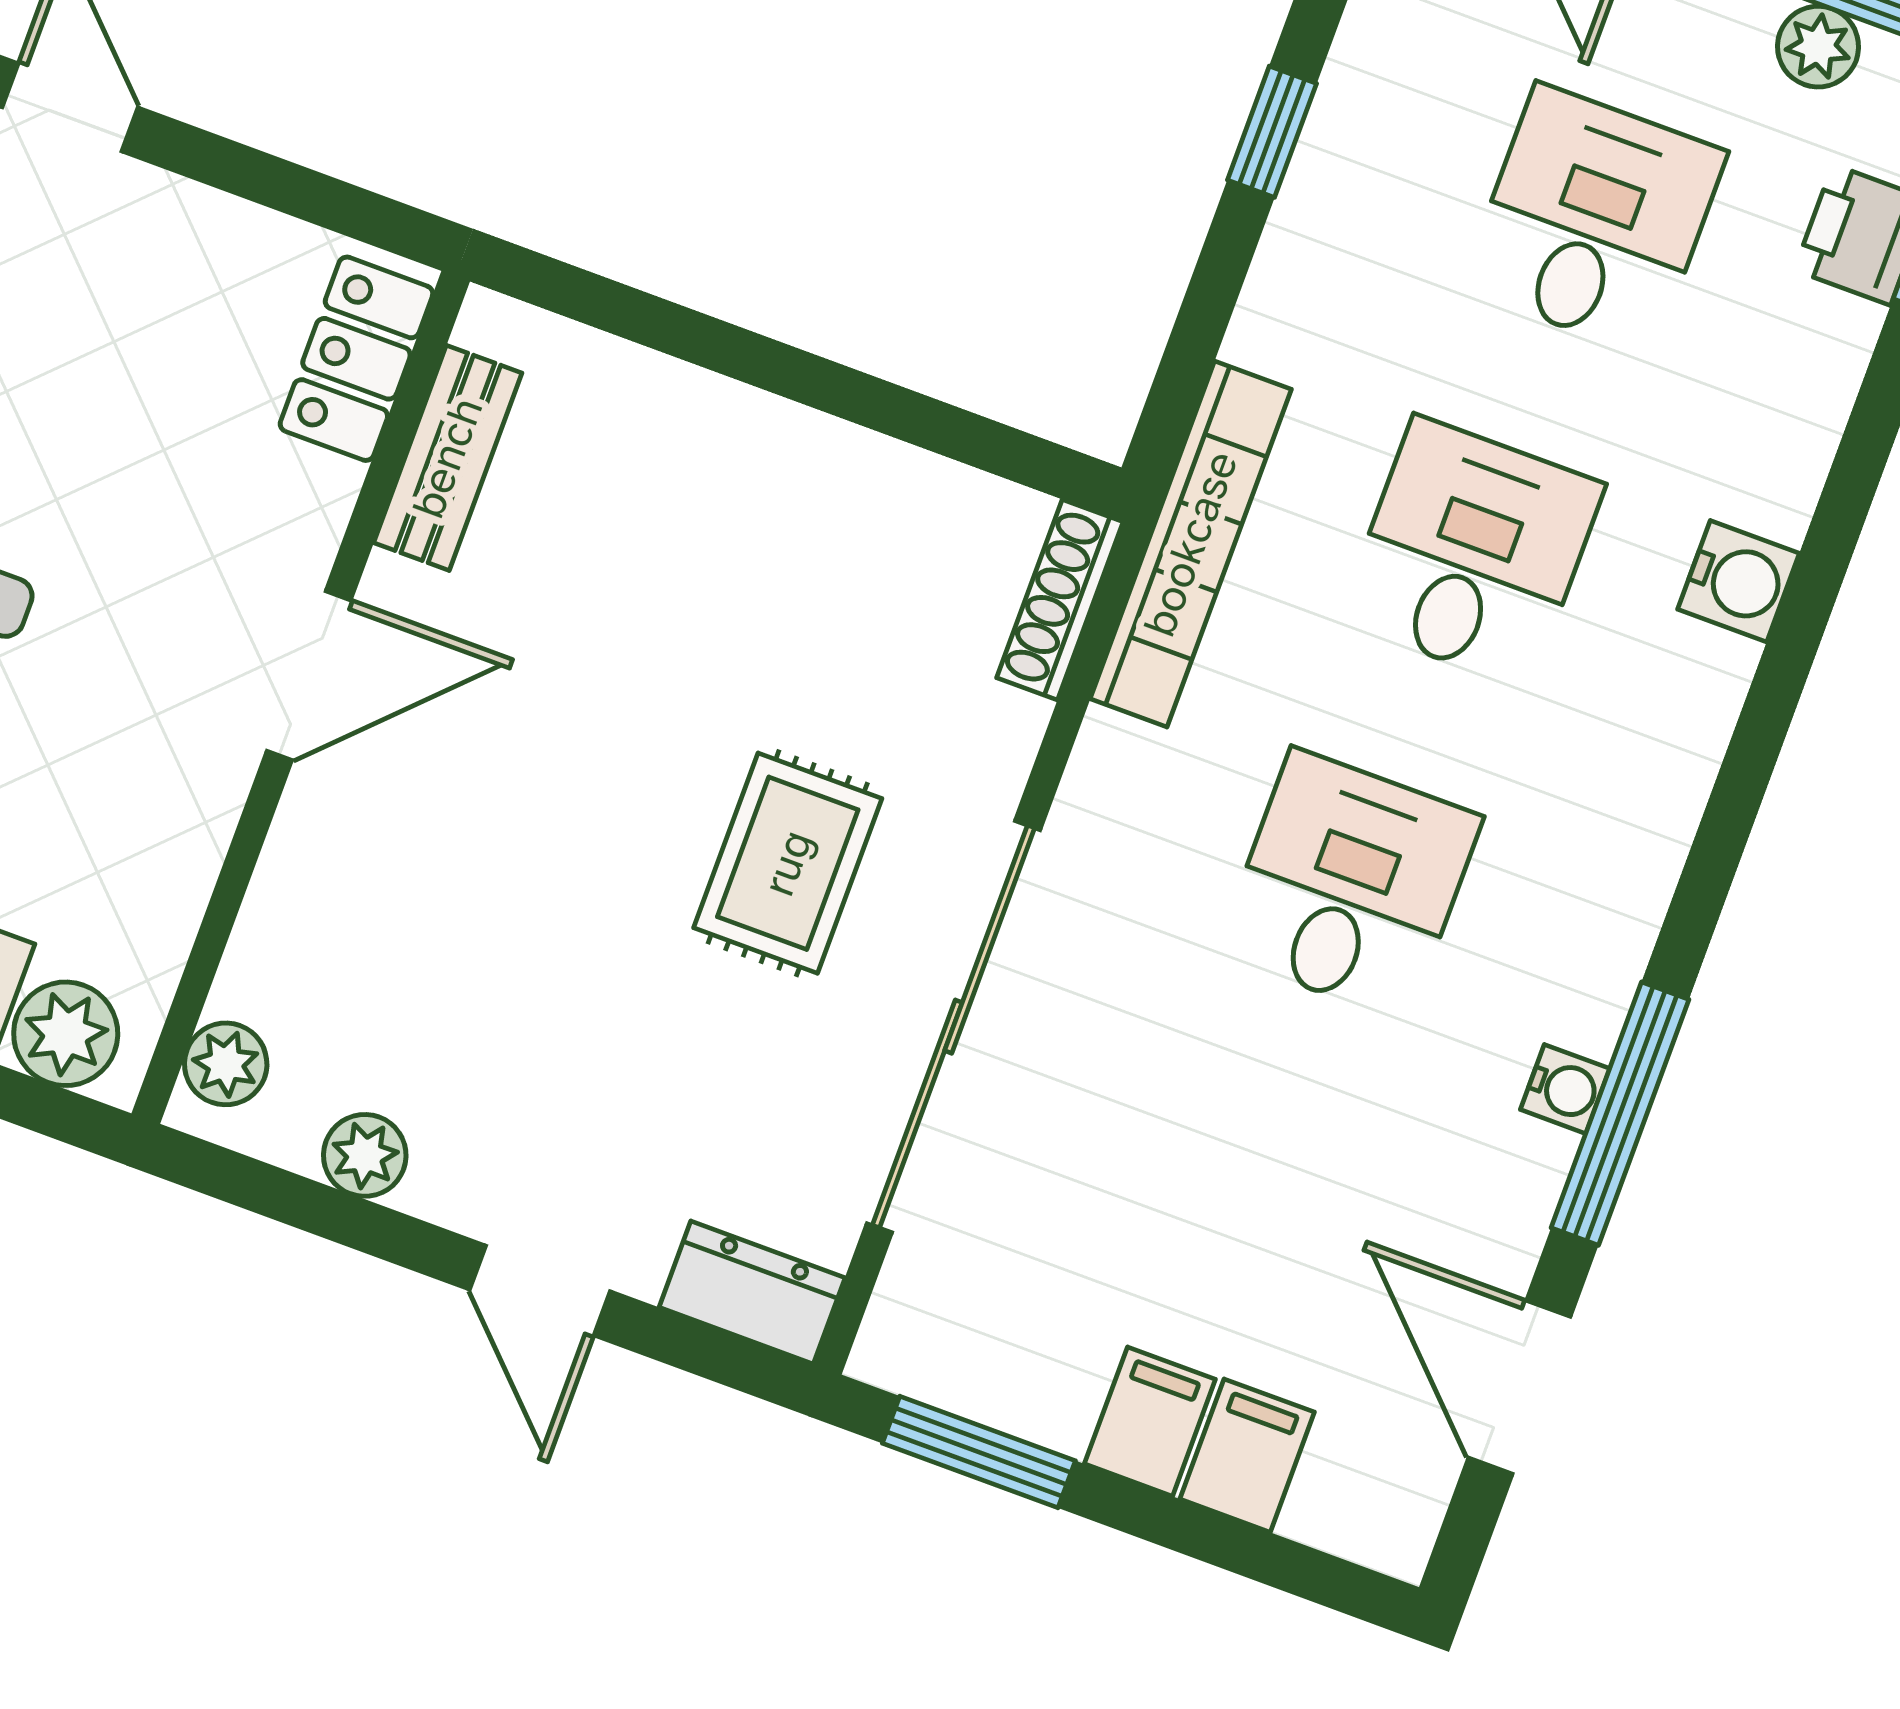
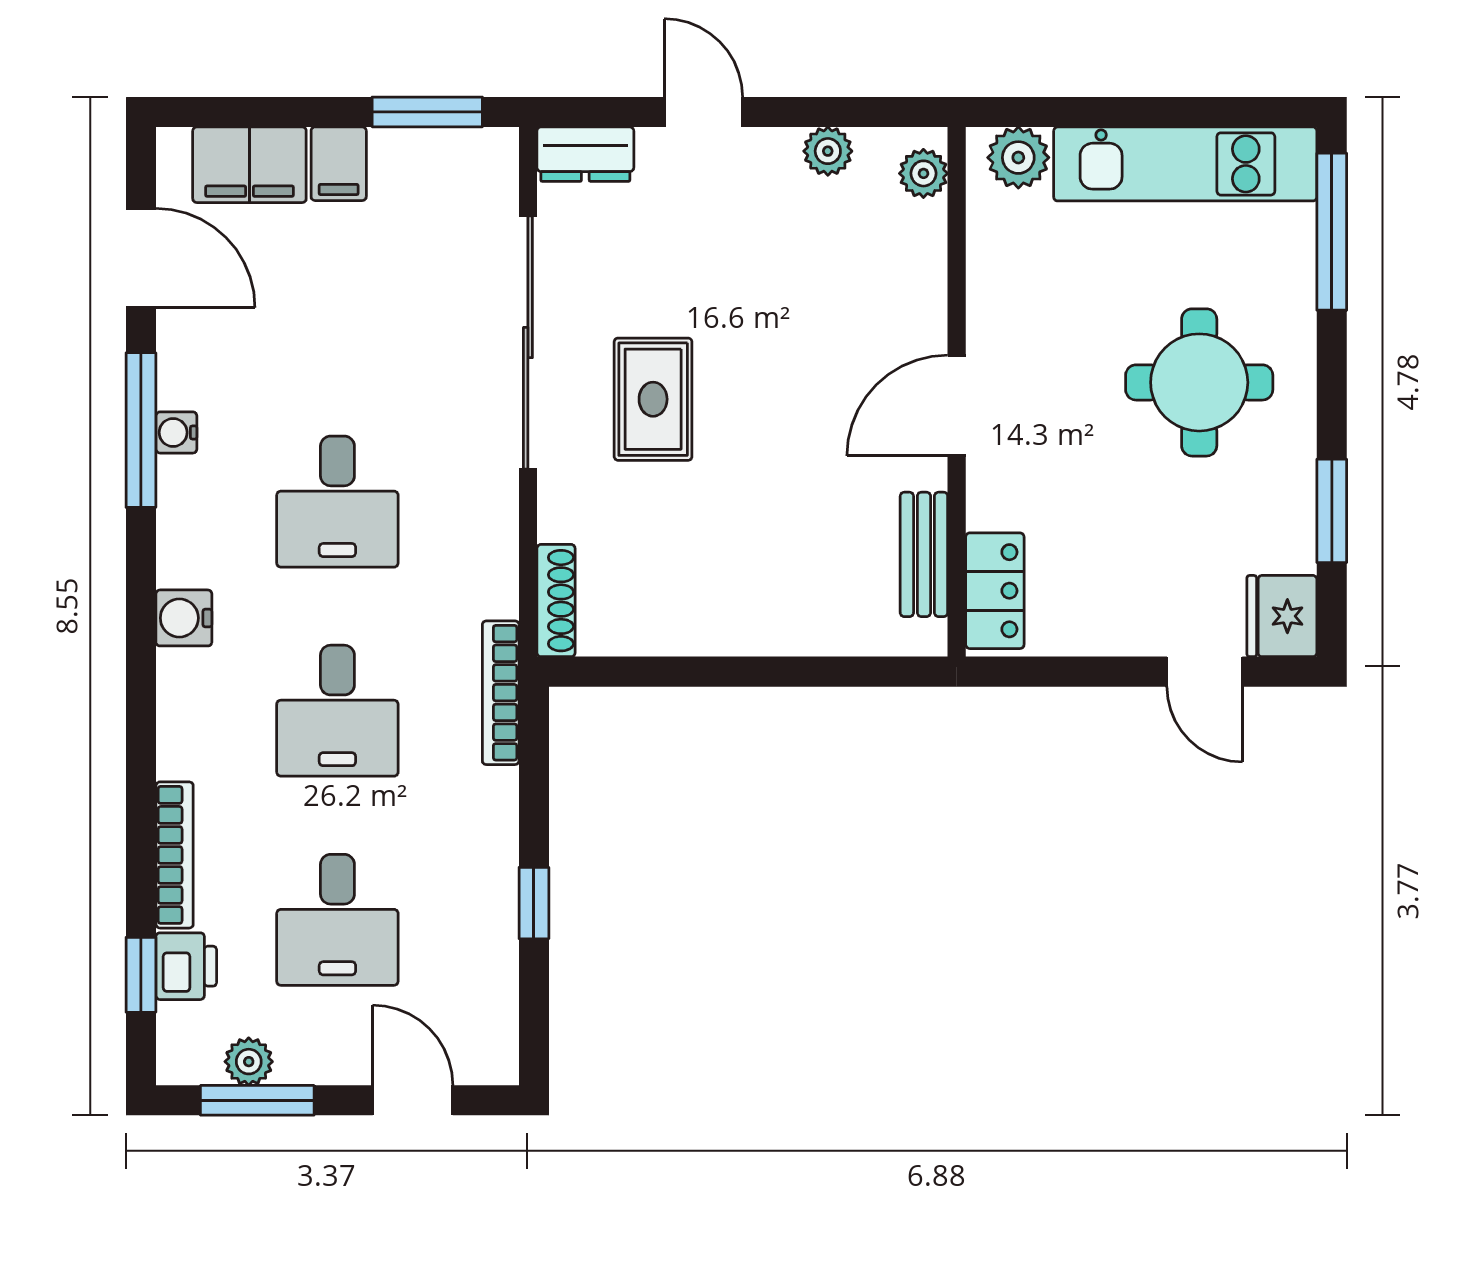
bookcase: (1815, 418) -> (175, 855), added
bookcase: (1191, 544) -> (501, 693), width x0.68, depth x0.76
water cooler: (1739, 581) -> (184, 618), moved
filing cabinet: (1247, 1456) -> (249, 165), width x2.00

